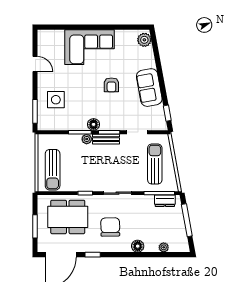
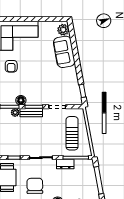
armchair: (111, 85) -> (11, 66), moved
sofa: (149, 88) -> (64, 52), moved
dresser: (165, 201) -> (65, 164), moved

